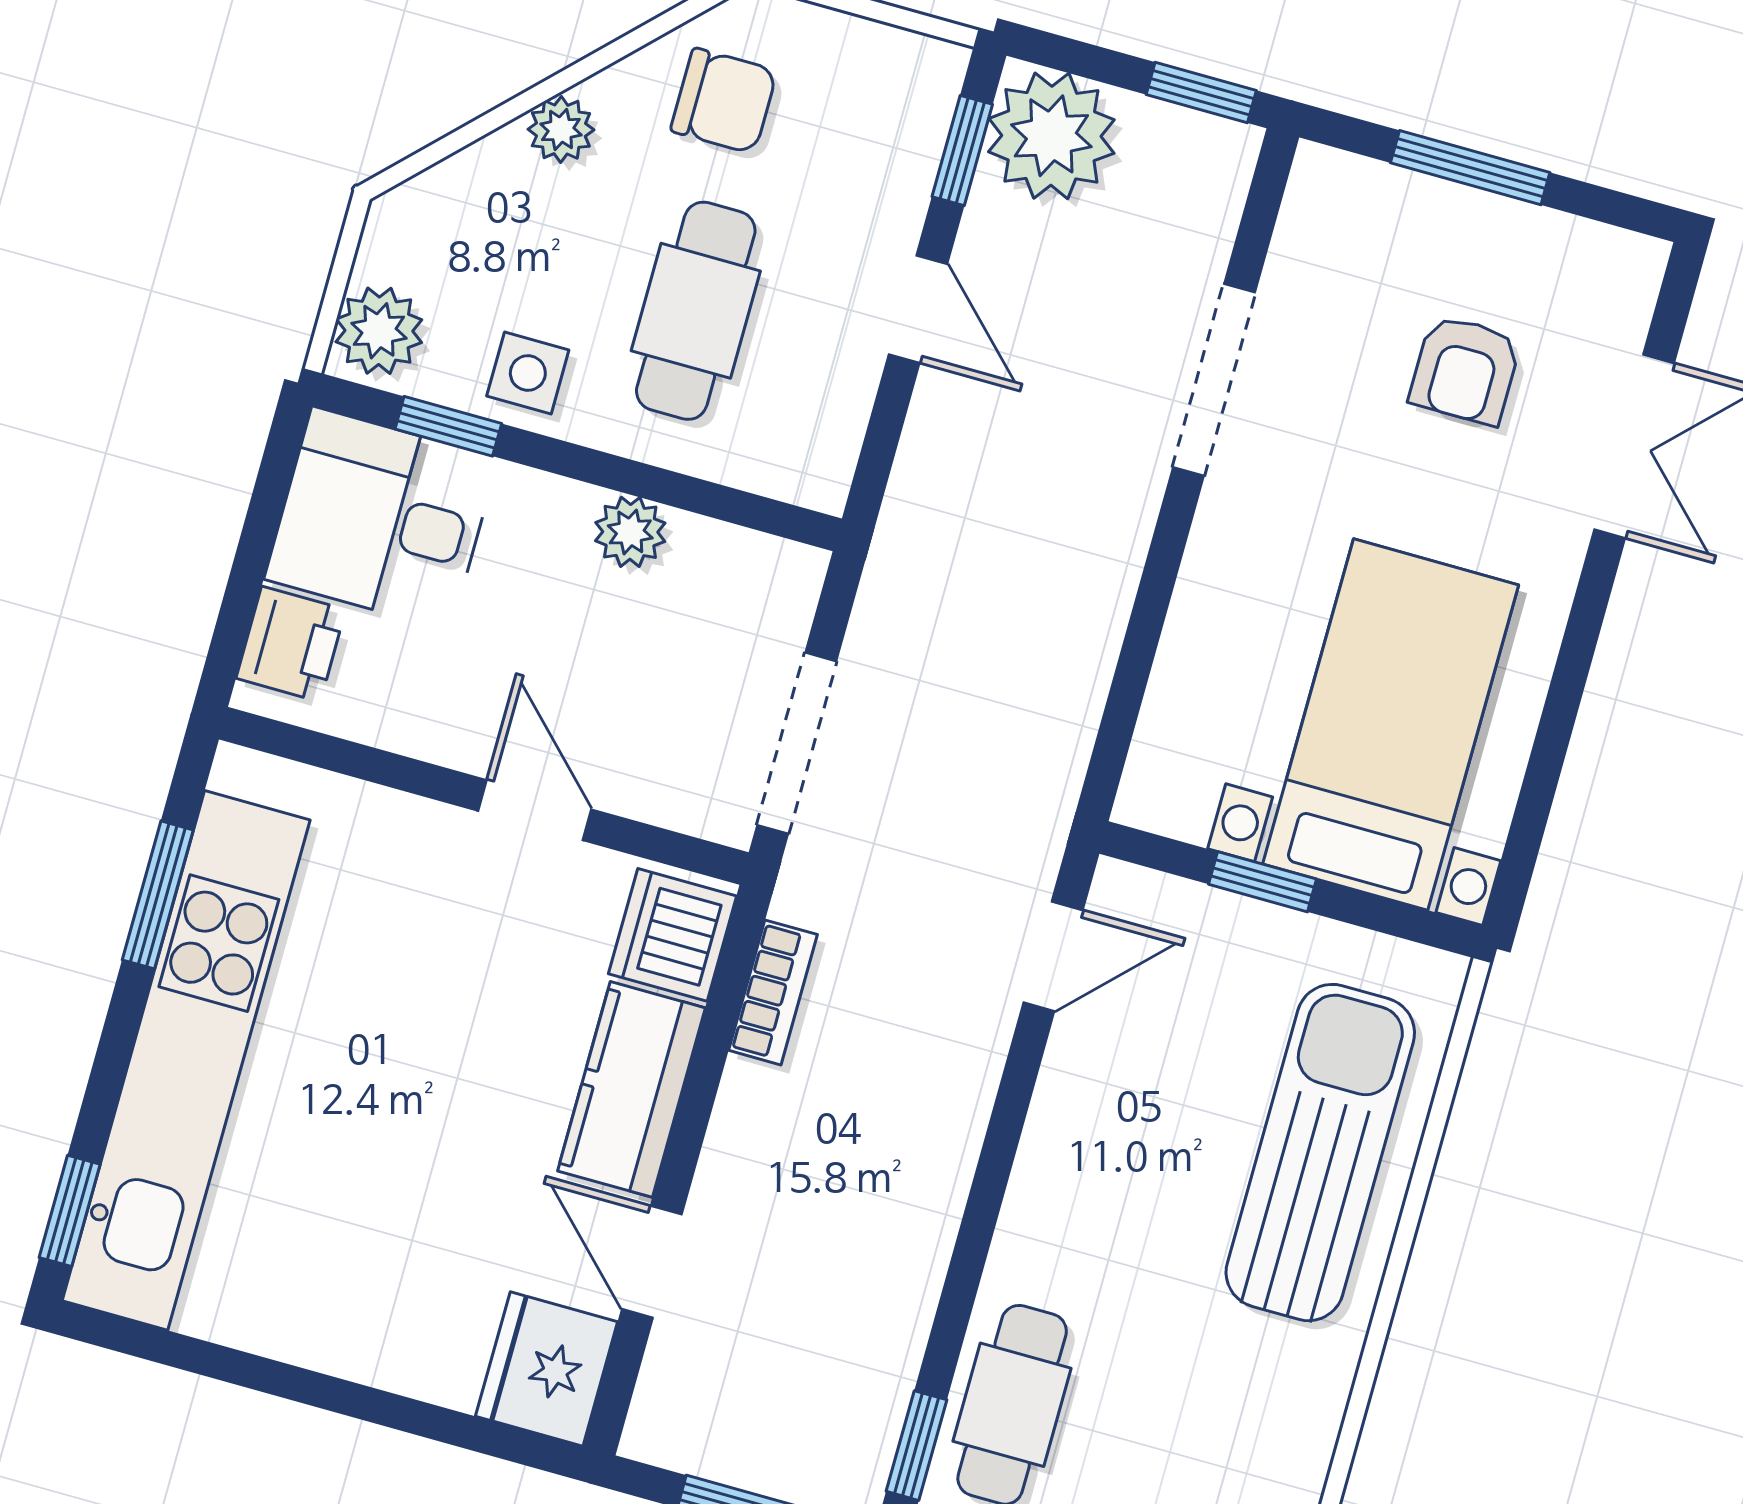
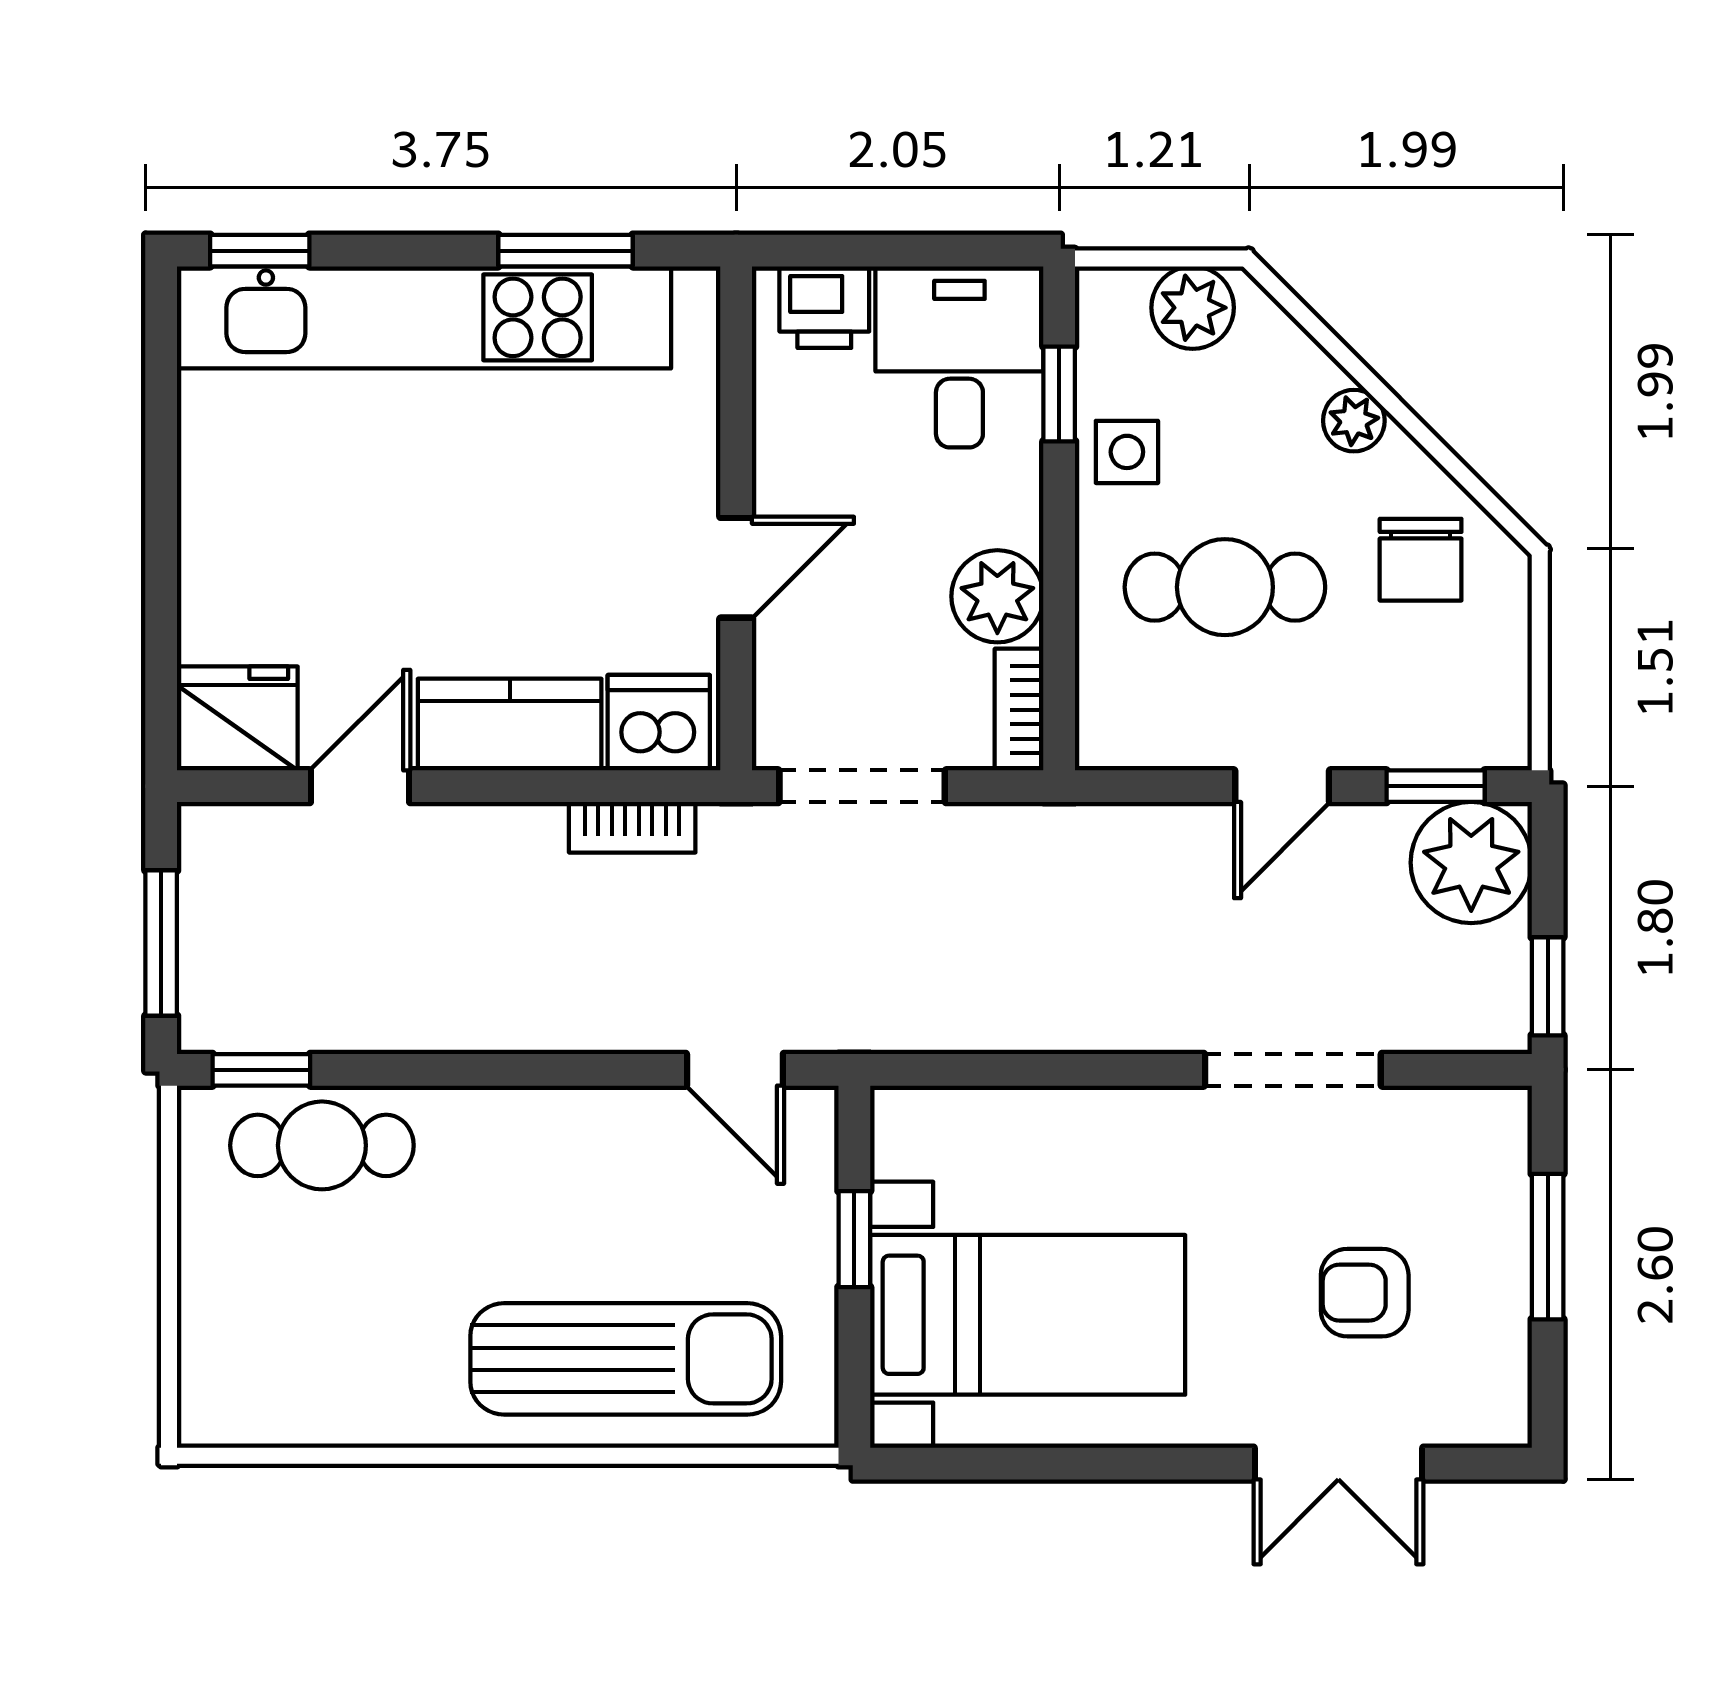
plant: (379, 331) -> (1193, 308), moved
plant: (630, 532) -> (997, 596), width x1.38, depth x1.38
bookcase: (763, 559) -> (1019, 710), added

